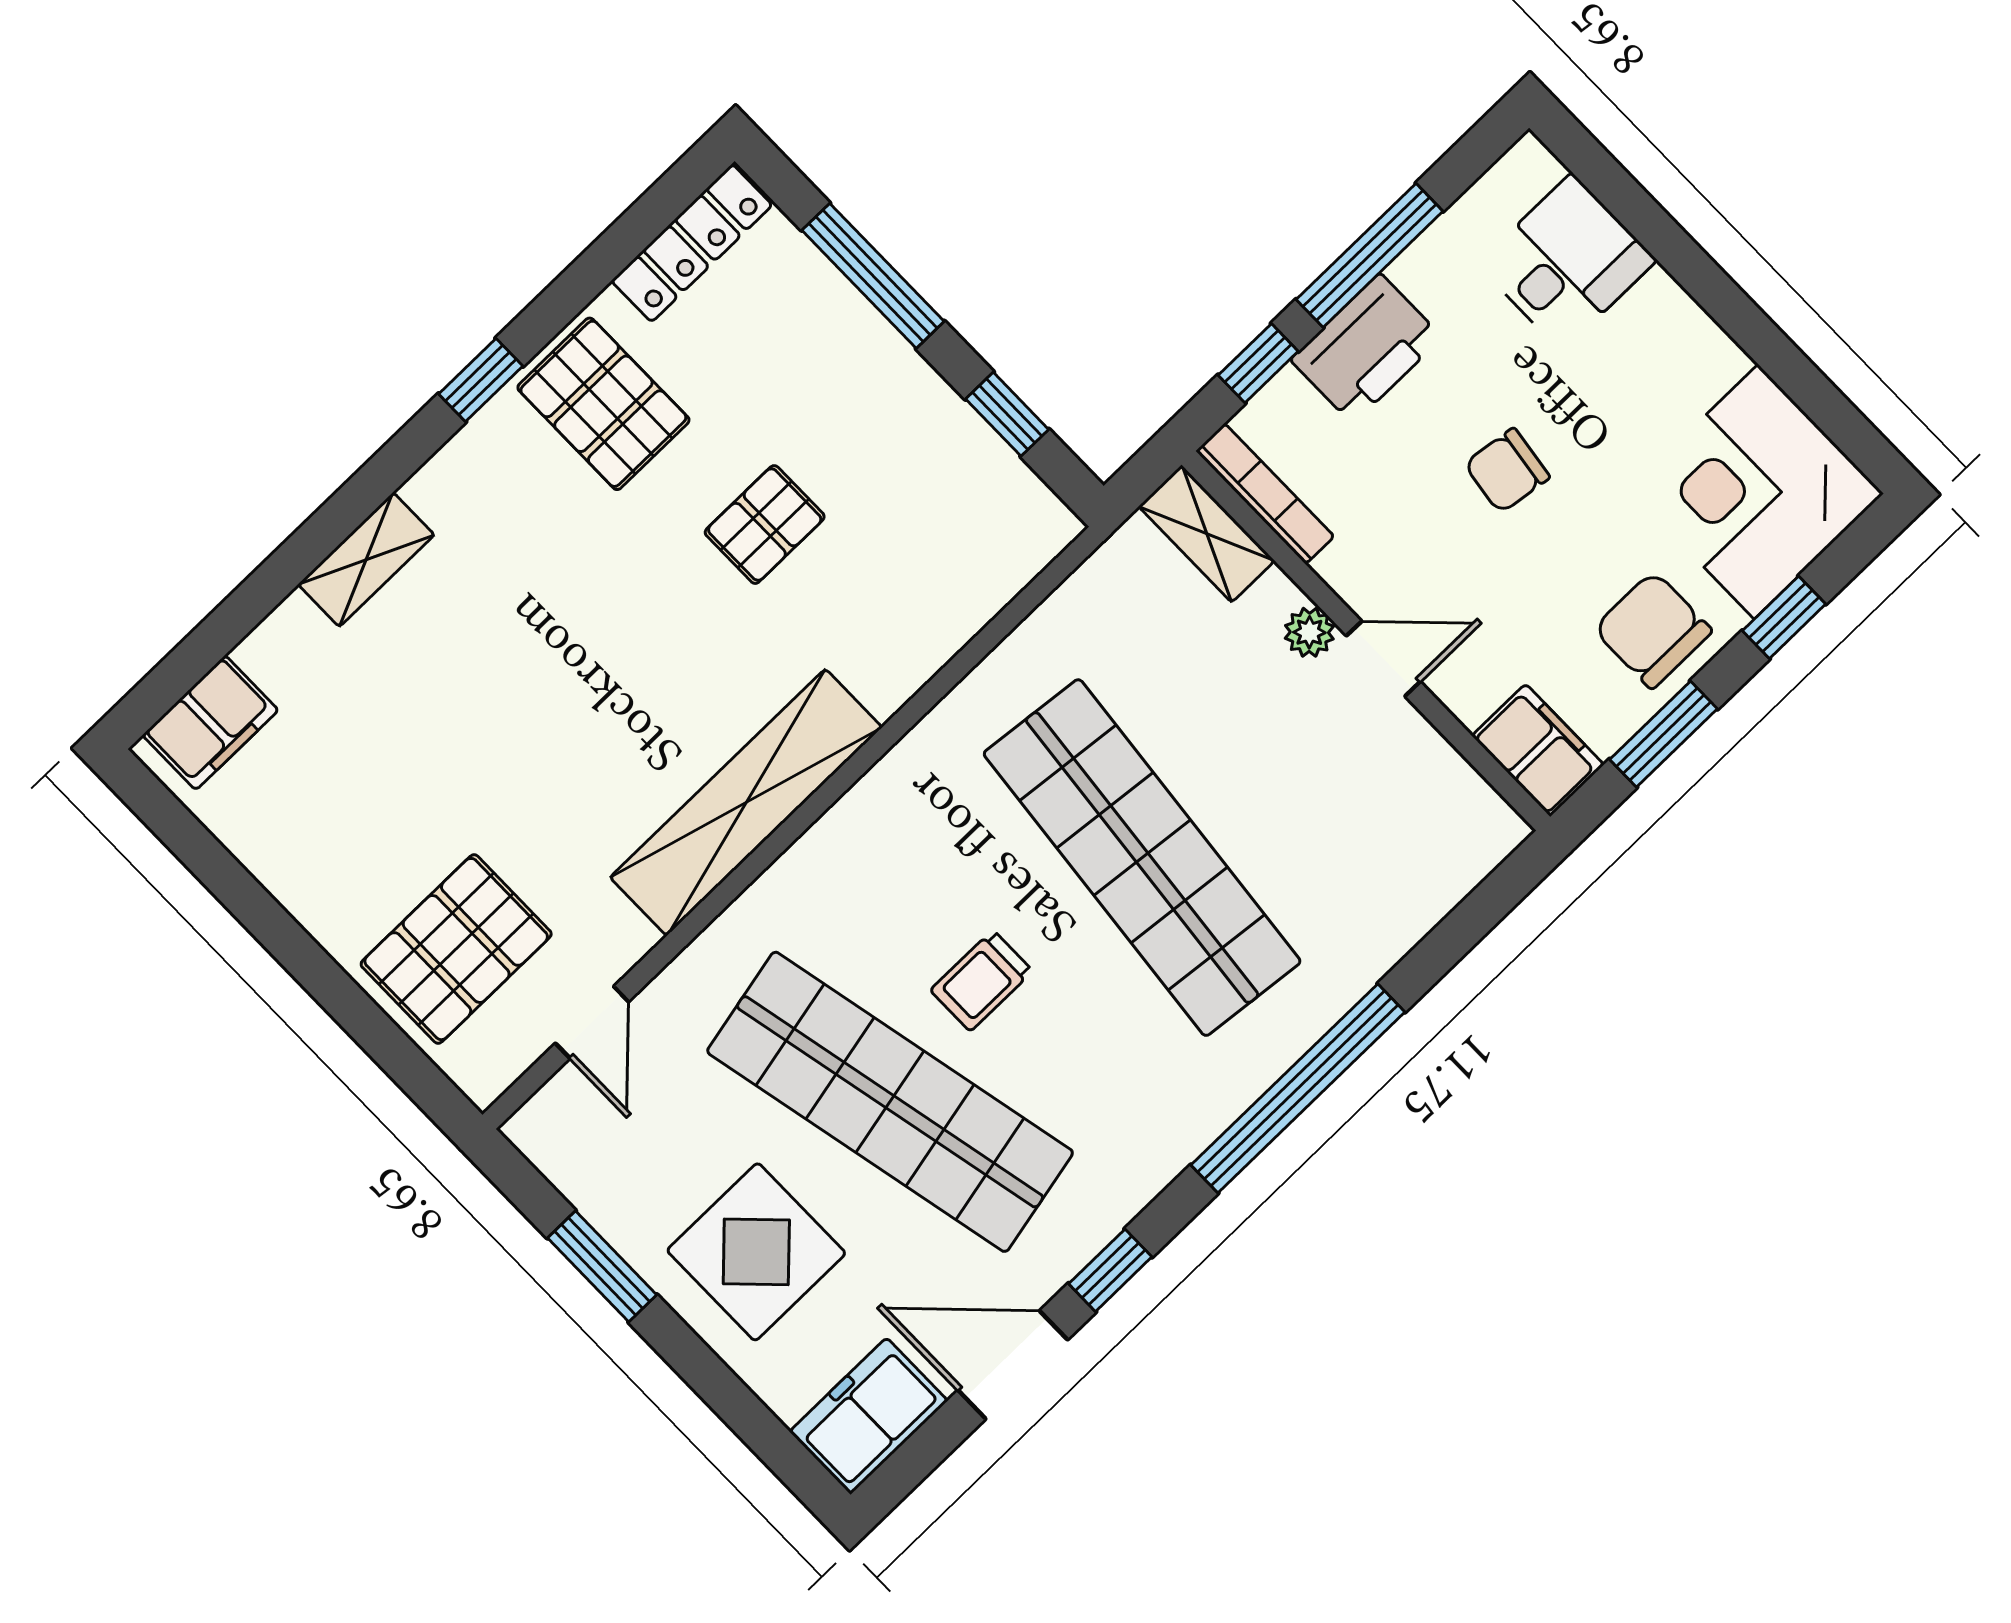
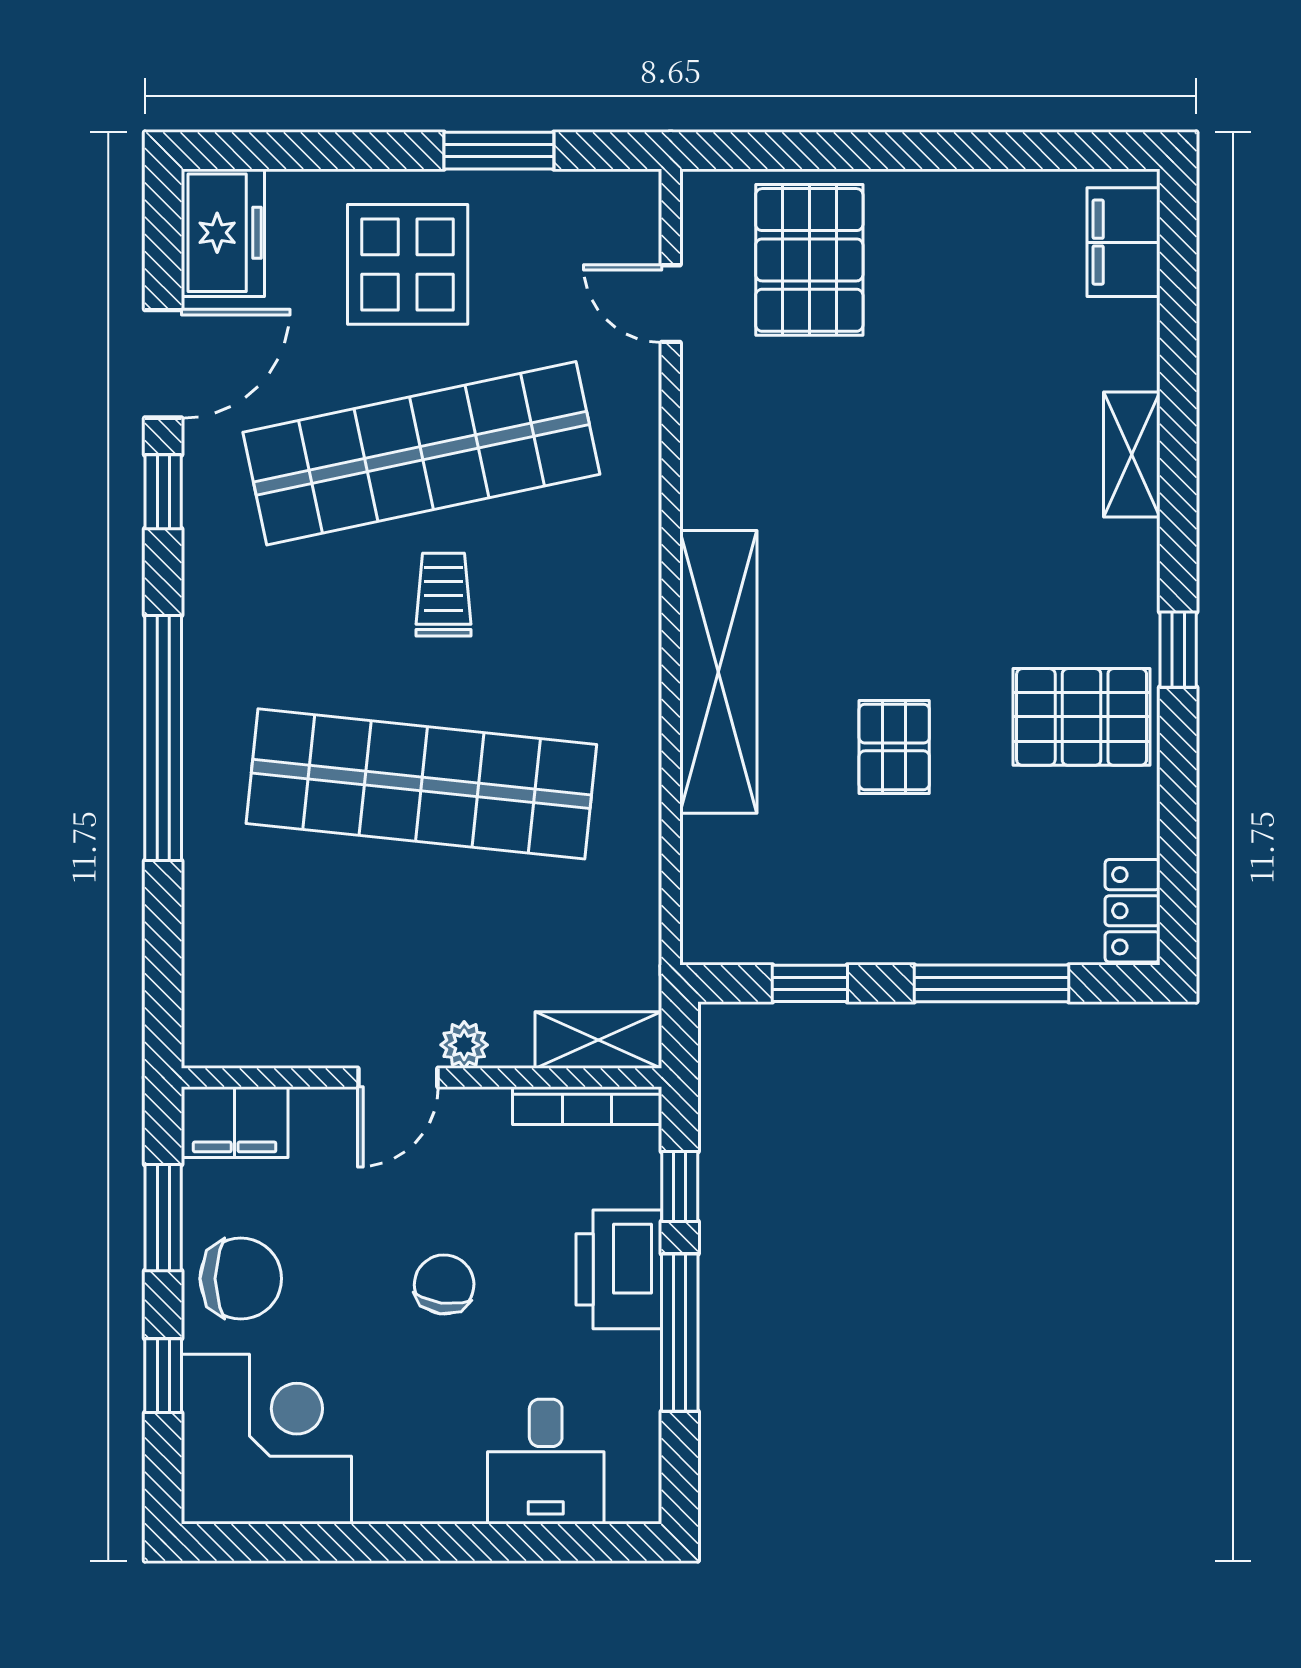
locker: (692, 243) -> (1132, 911), width x0.66
shelving: (746, 802) -> (718, 672), moved

